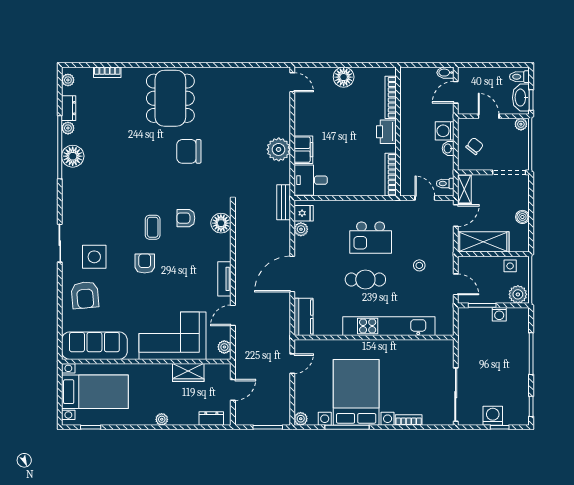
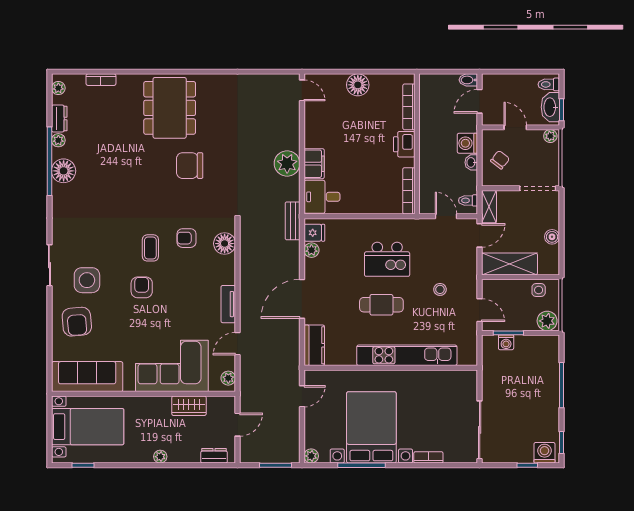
washing machine: (499, 314) -> (506, 342), moved
washing machine: (493, 416) -> (544, 453), moved

